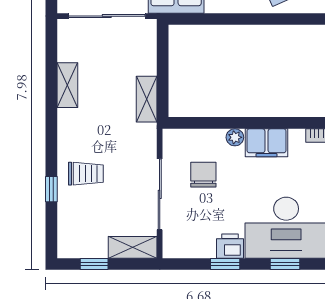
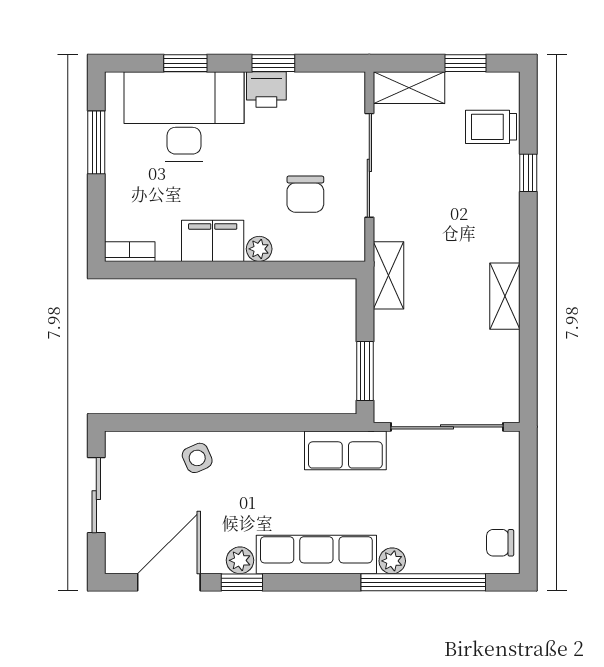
window: (163, 54) -> (365, 371), added
shelving: (67, 85) -> (505, 296), moved
shelving: (147, 99) -> (389, 275), moved
trolley: (86, 174) -> (491, 127), moved

